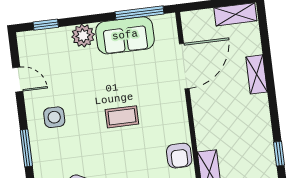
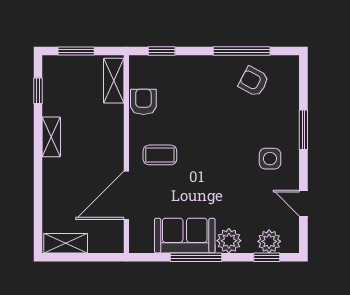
window: (139, 13) -> (196, 257), moved
plant: (45, 40) -> (269, 241), added
shelving: (257, 74) -> (51, 137), moved
coffee table: (122, 117) -> (160, 155), moved

